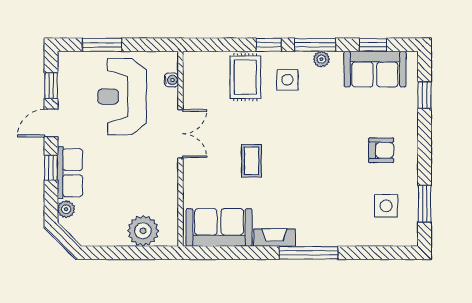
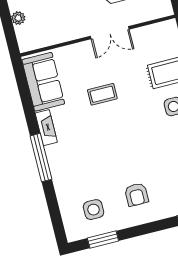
water cooler: (171, 80) -> (150, 15), removed
plant: (143, 231) -> (18, 18), width x0.53, depth x0.53

